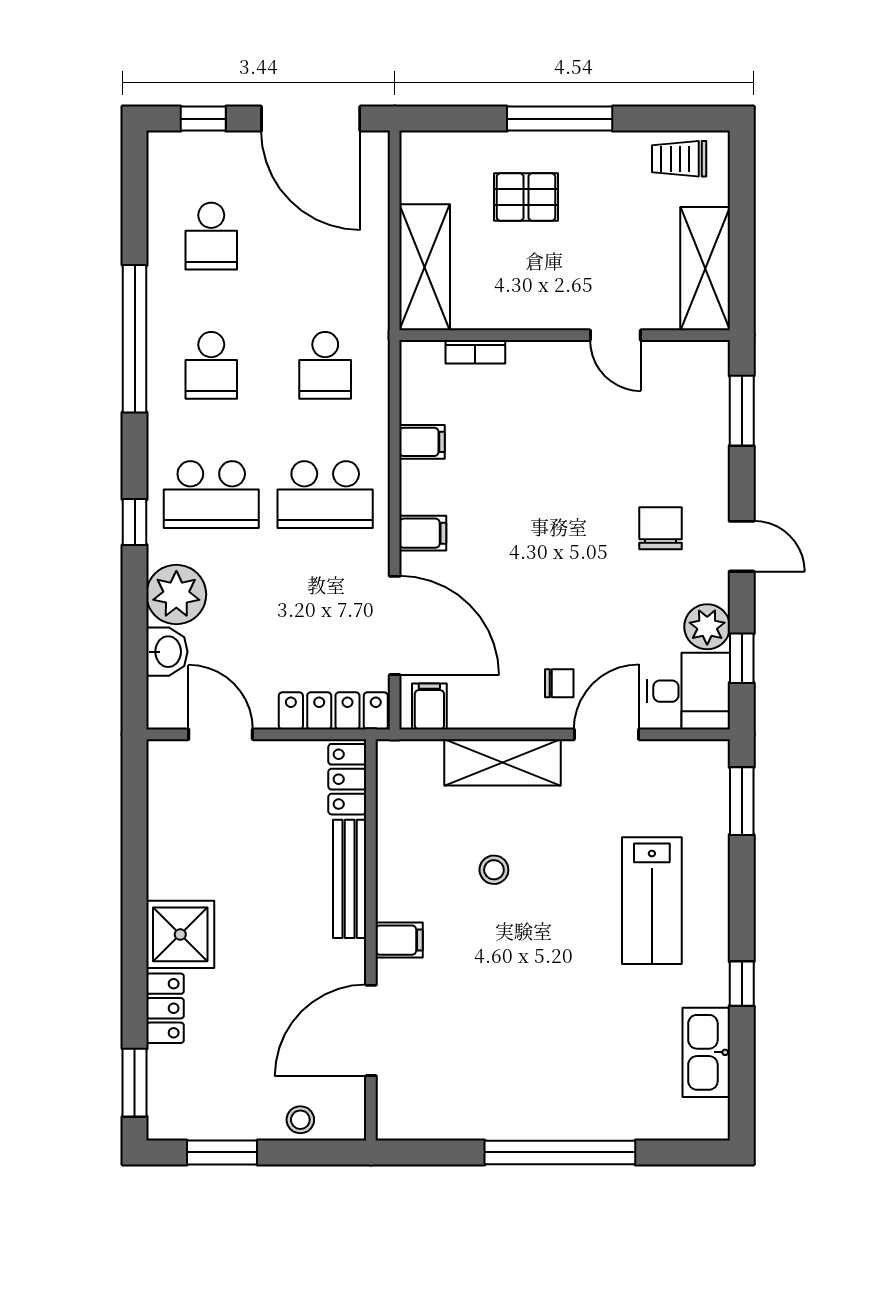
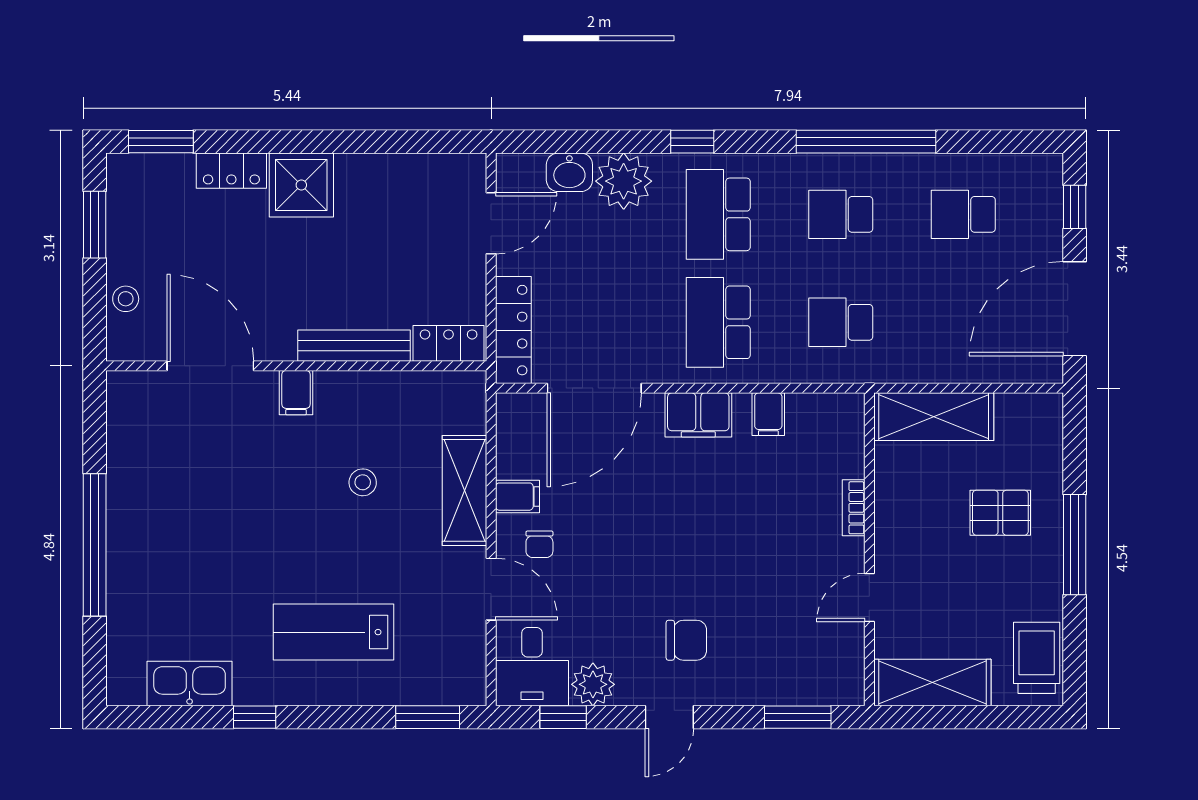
trolley: (679, 159) -> (1037, 658), width x1.36, depth x1.39
pallet: (526, 197) -> (1000, 513), turned 90
bookcase: (475, 352) -> (854, 508), moved
filing cabinet: (423, 533) -> (698, 415), width x2.00
filing cabinet: (429, 707) -> (517, 497), moved

